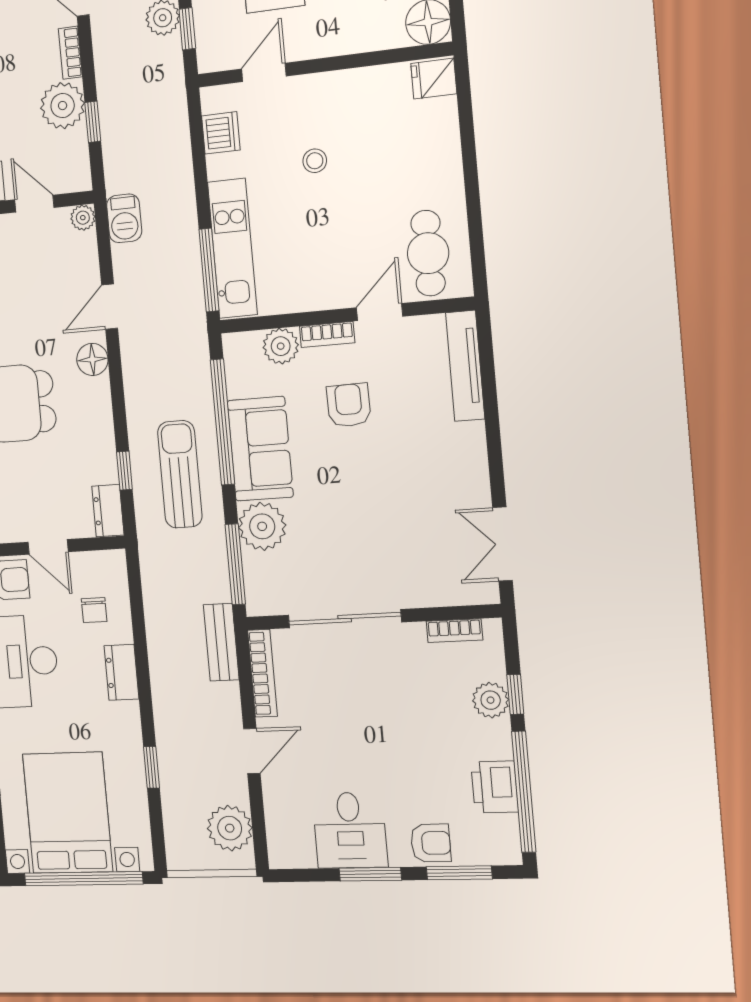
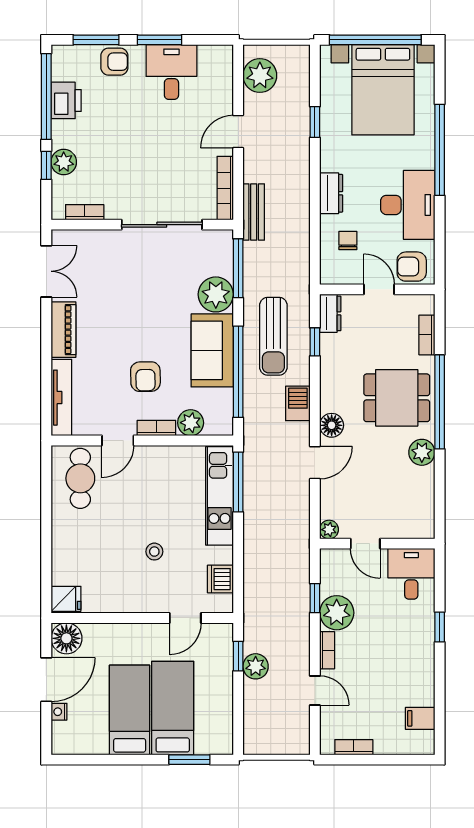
barbecue: (124, 218) -> (298, 403), moved
piano: (471, 463) -> (63, 330), added
armchair: (431, 843) -> (114, 62), turned 180

